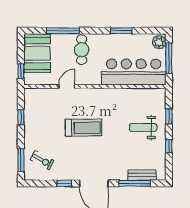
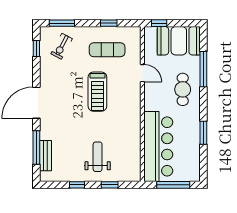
plant: (159, 42) -> (191, 174), removed
cafe table: (82, 50) -> (183, 89), turned 90
exercise mat: (45, 119) -> (107, 50), added
window: (64, 183) -> (36, 48), moved

